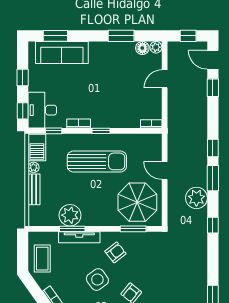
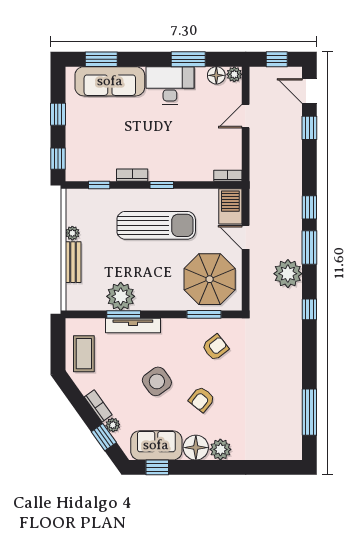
desk: (42, 110) -> (170, 85), moved, turned 90
barbecue: (37, 147) -> (230, 206), moved, turned 180
armchair: (115, 252) -> (215, 347), moved

